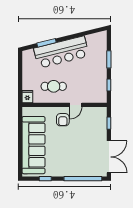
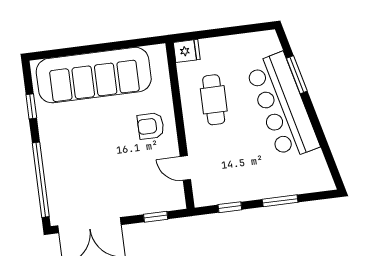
door: (76, 105) -> (185, 168), moved

